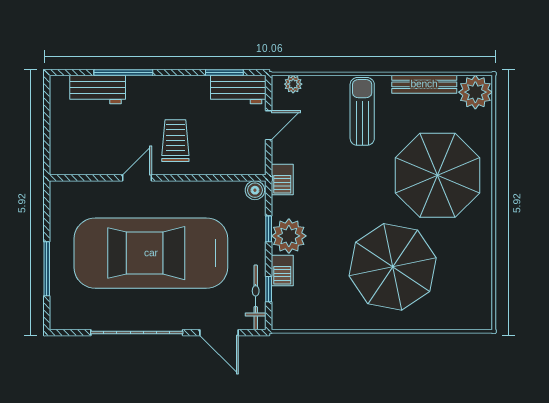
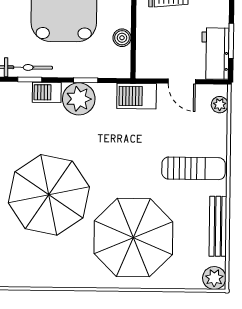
plant: (475, 92) -> (214, 278), width x0.73, depth x0.73
barbecue: (282, 180) -> (137, 96), width x1.38, depth x1.27
boiler: (255, 190) -> (122, 38), moved

